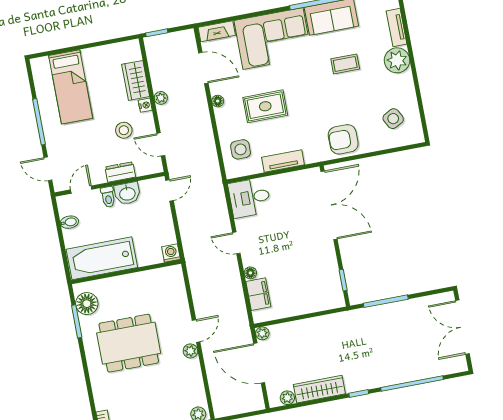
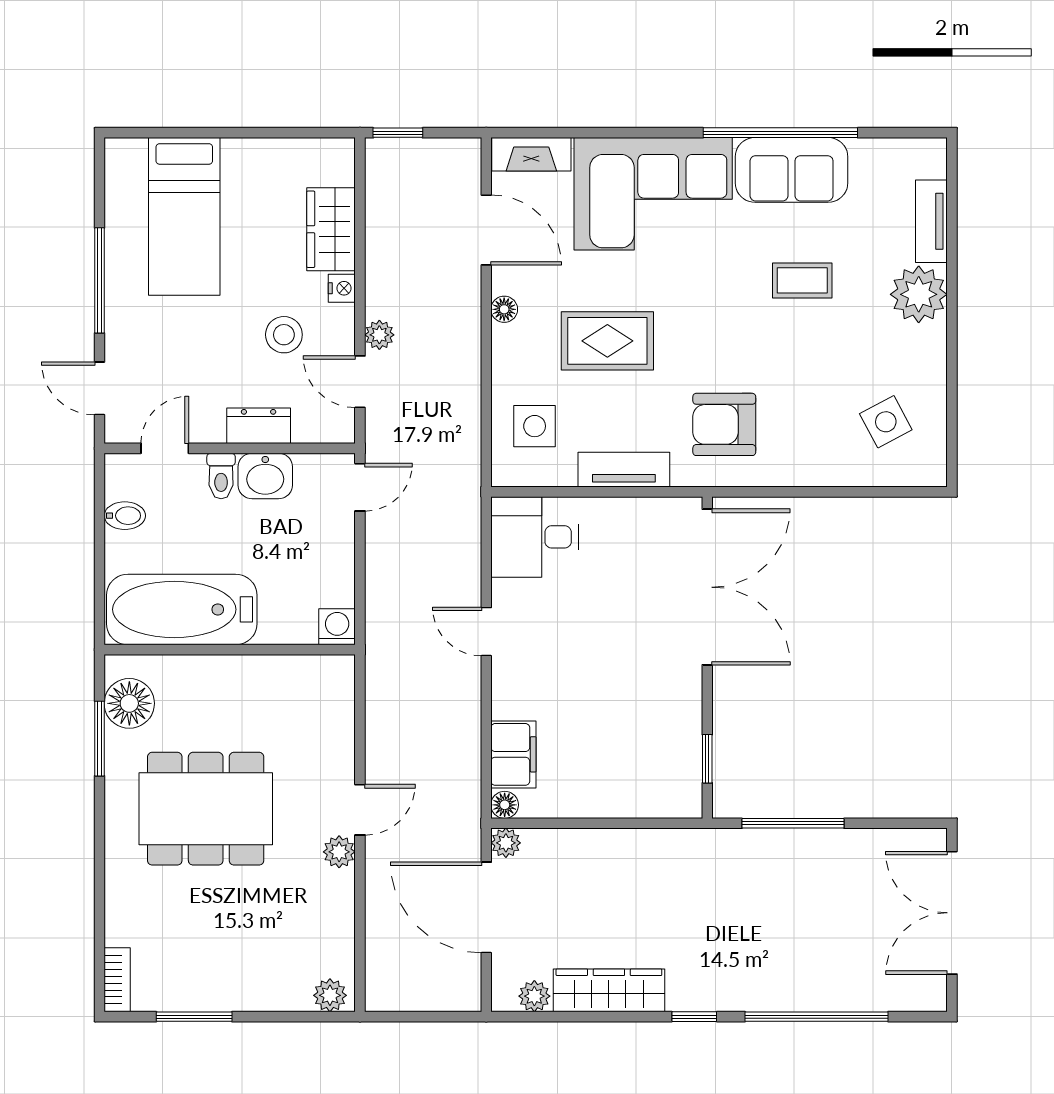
plant: (161, 98) -> (379, 335), moved
armchair: (343, 139) -> (724, 424), moved
floor lamp: (250, 273) -> (505, 805), moved

